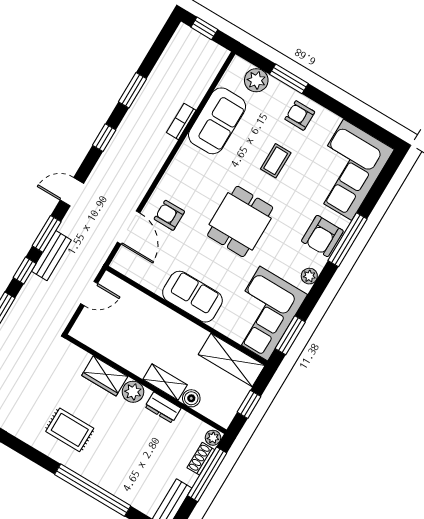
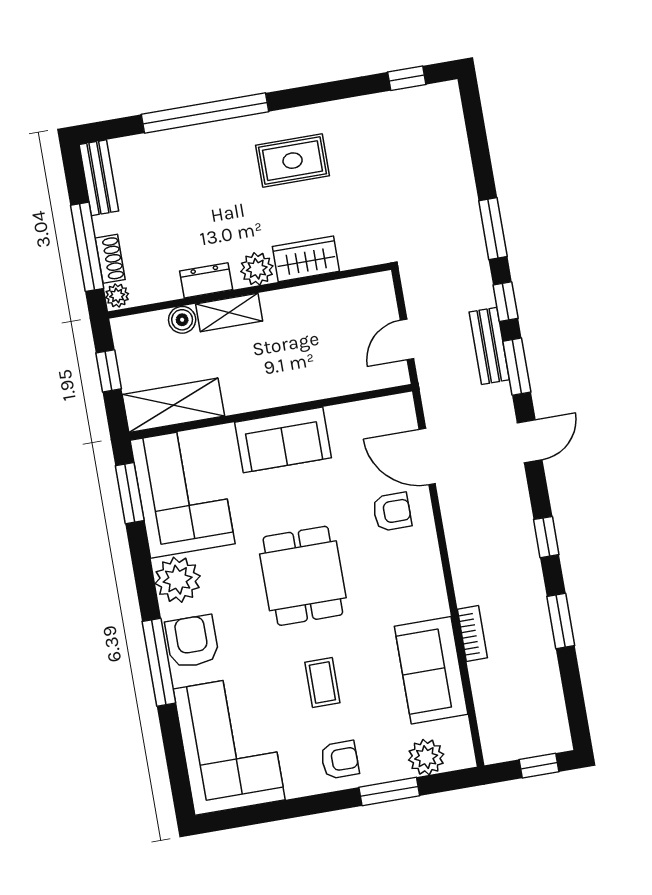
plant: (309, 276) -> (178, 580), width x1.88, depth x1.88

